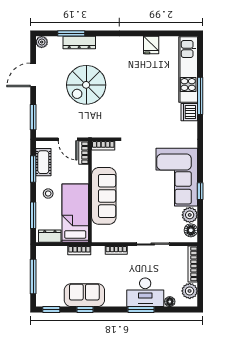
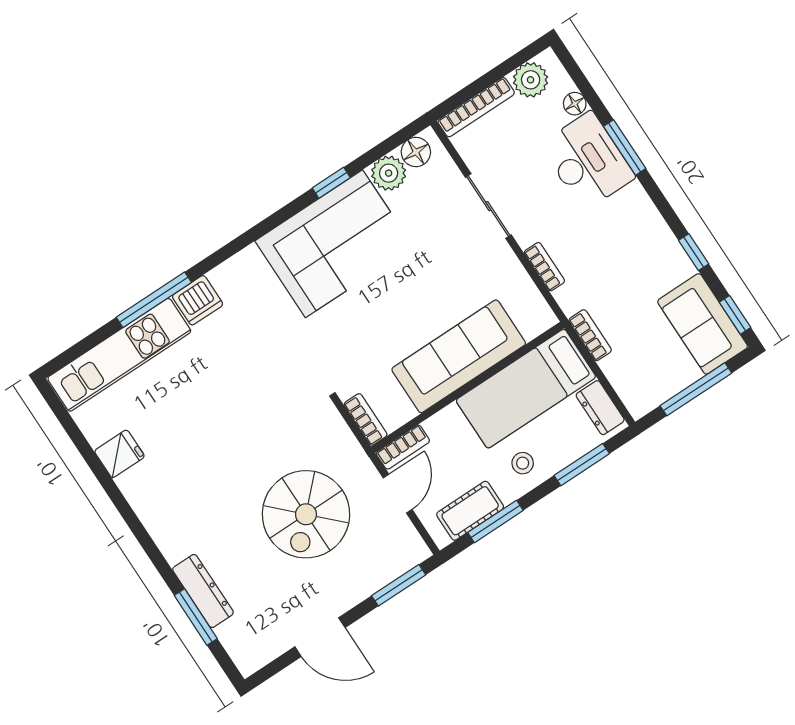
plant: (42, 42) -> (248, 661), removed
spiral stairs: (86, 85) -> (306, 514), moved, turned 90
sofa: (84, 295) -> (703, 324), moved

